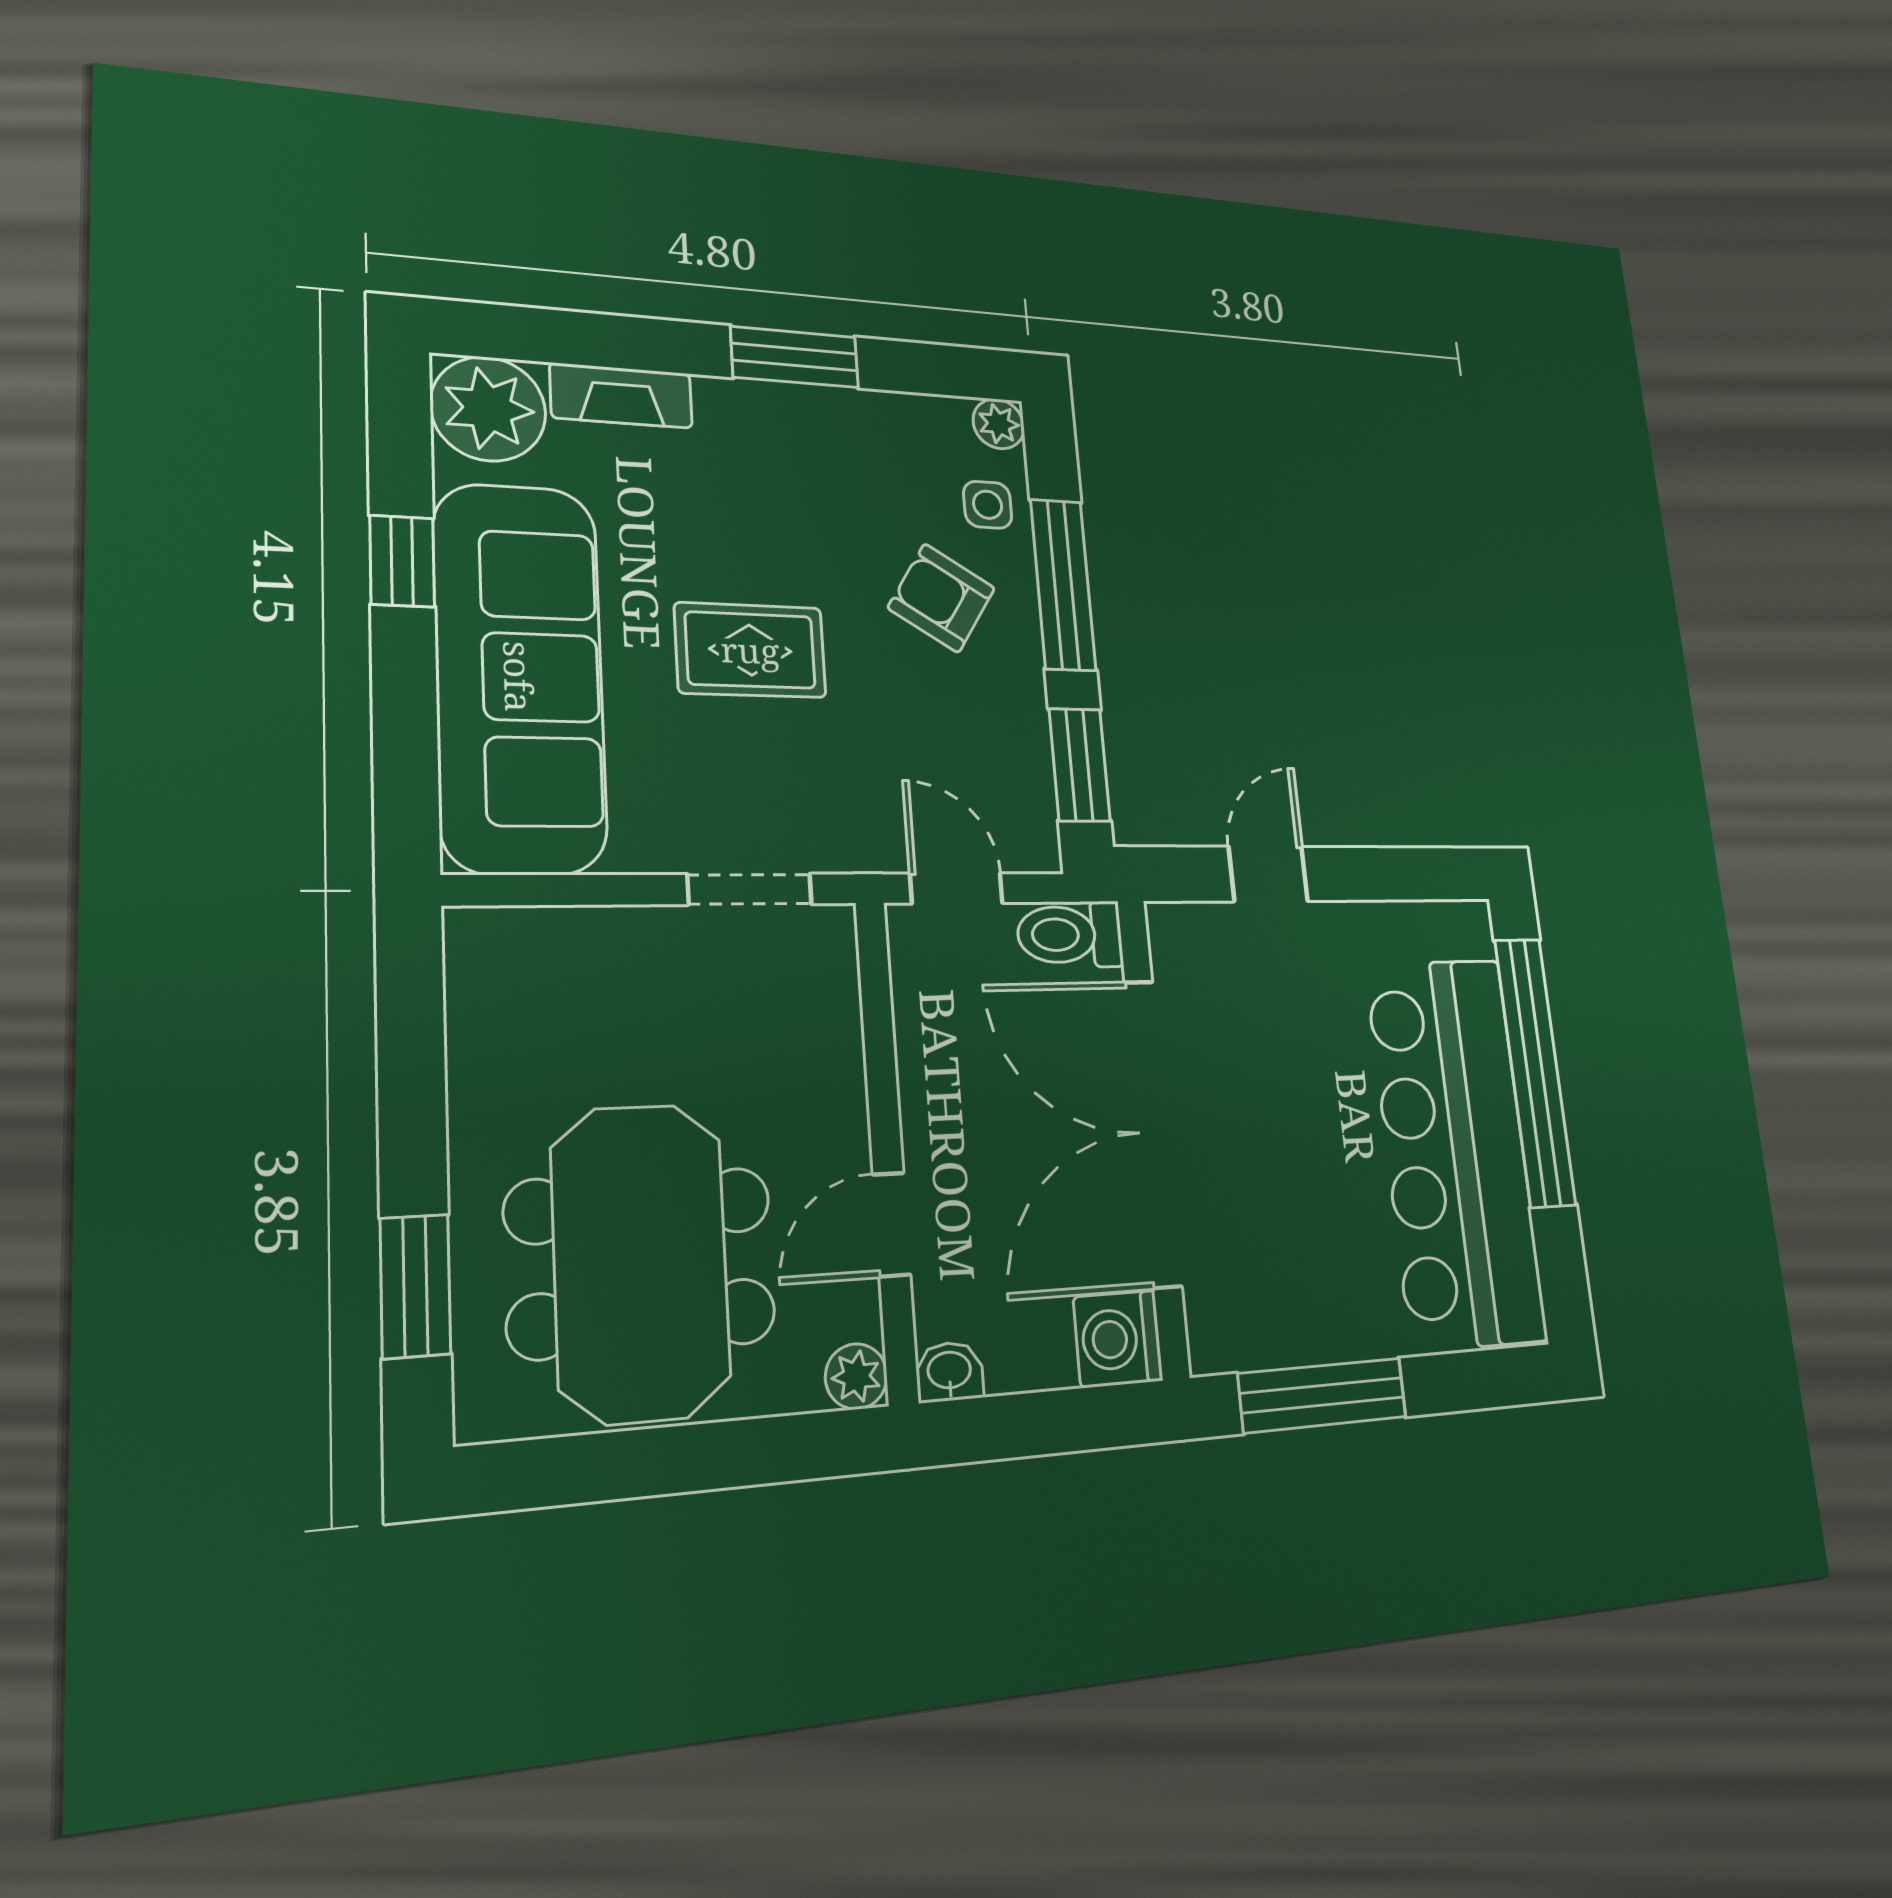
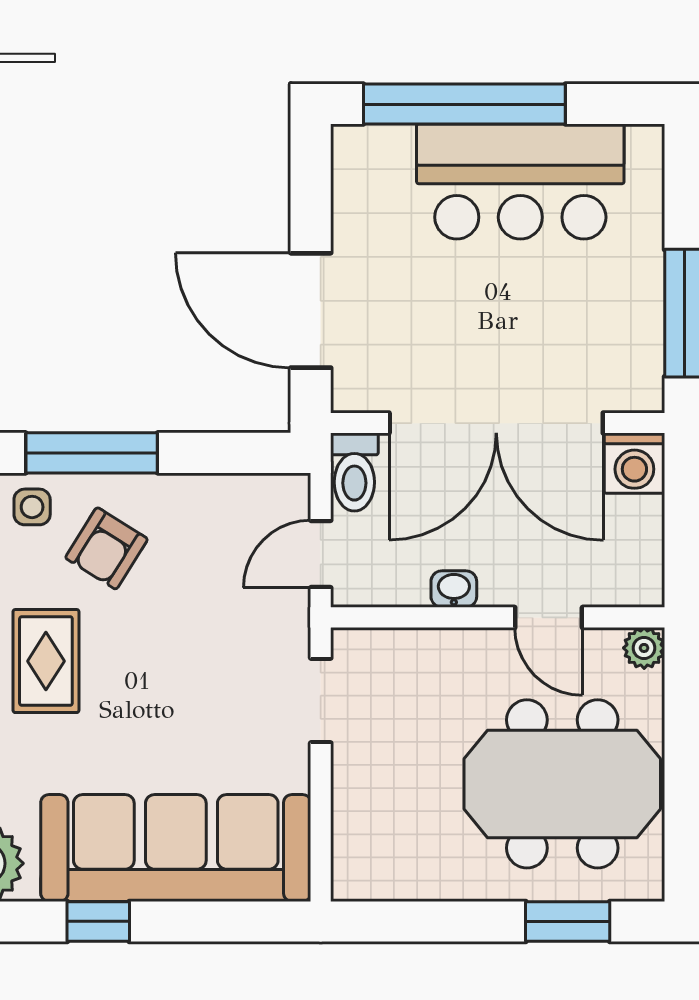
rug: (750, 650) -> (46, 661), moved
window: (1080, 765) -> (230, 453), removed
door: (1268, 874) -> (311, 310), width x1.87
bar counter: (1456, 1151) -> (520, 182), width x0.73
washbasin: (949, 1372) -> (454, 589), moved, turned 90

